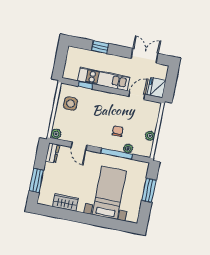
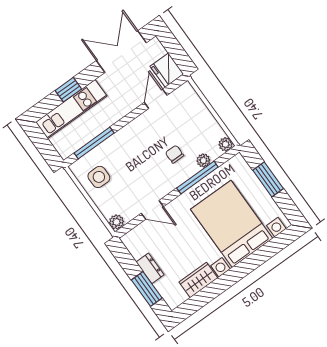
double door: (145, 56) -> (121, 52), width x1.37
kitchen unit: (104, 79) -> (71, 109), moved, turned 180
window: (85, 85) -> (94, 143), width x2.17
plant: (150, 136) -> (226, 144), moved
dresser: (52, 153) -> (150, 268), moved
bed with nightstands: (109, 193) -> (232, 224), width x1.36

